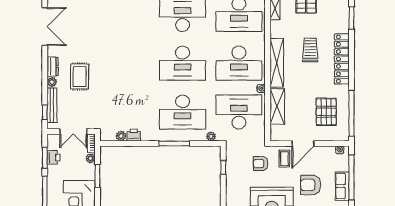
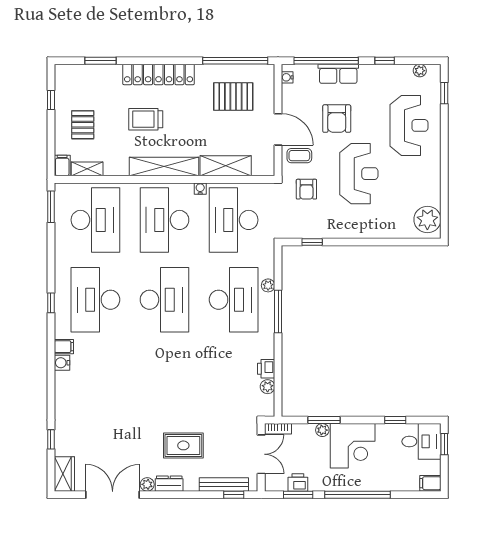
desk: (239, 63) -> (165, 220), turned 180
plant: (52, 82) -> (147, 484), moved
plant: (211, 136) -> (268, 285), moved
plant: (90, 158) -> (322, 430), moved

